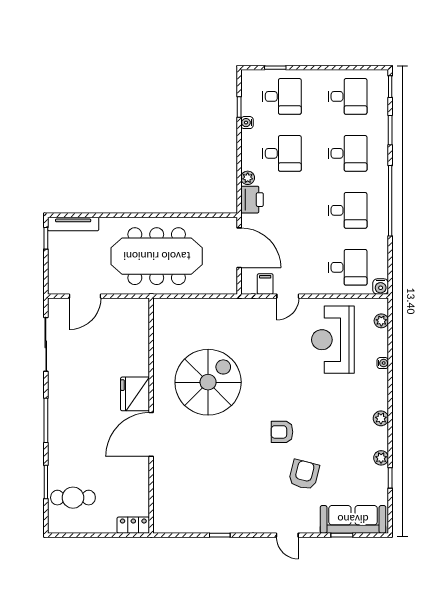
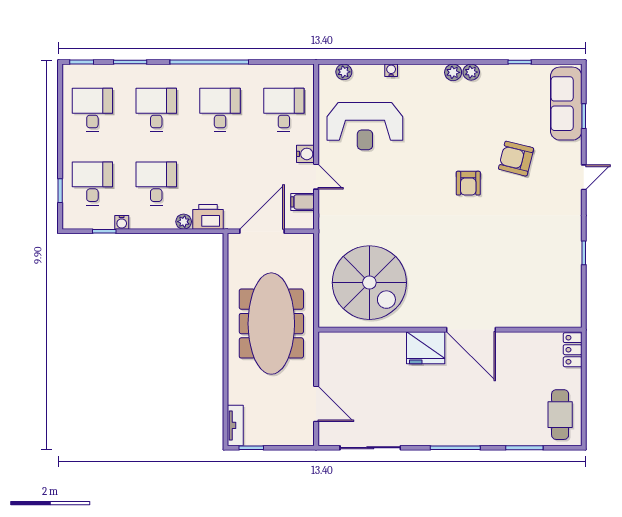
tv unit: (73, 224) -> (235, 425), width x0.71
water cooler: (381, 287) -> (305, 154), moved
spiral stairs: (208, 382) -> (369, 283), moved, turned 180
plant: (381, 458) -> (471, 72), moved
cafe table: (73, 498) -> (560, 415), moved

